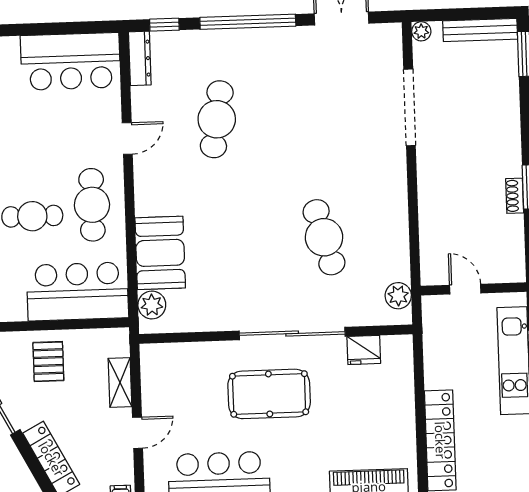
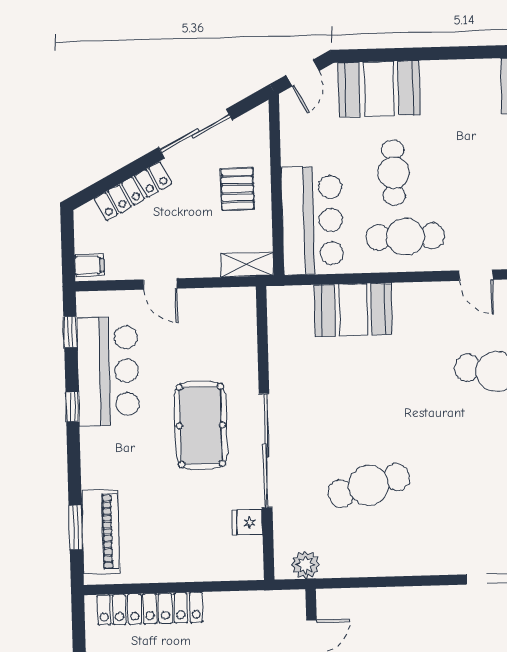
plant: (152, 305) -> (297, 300), removed
fridge: (364, 350) -> (247, 522), width x0.72
pallet: (48, 362) -> (237, 189), turned 90
shelving: (120, 382) -> (247, 265), moved

